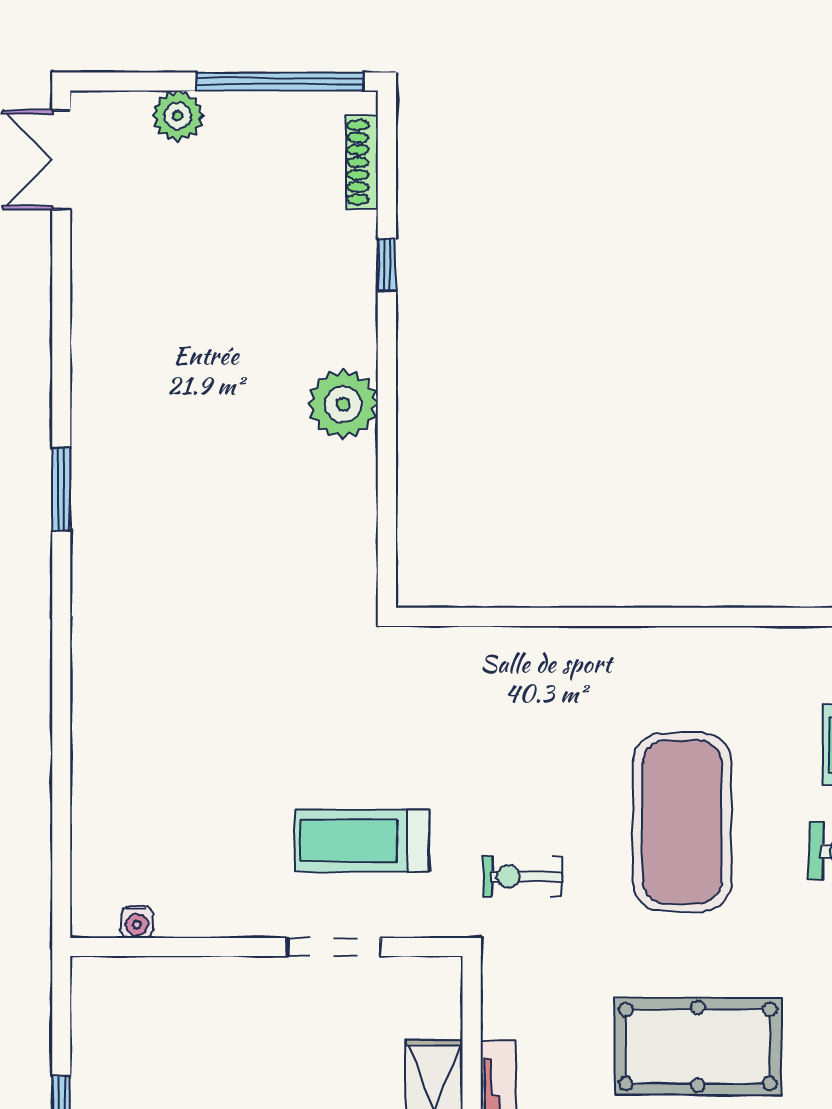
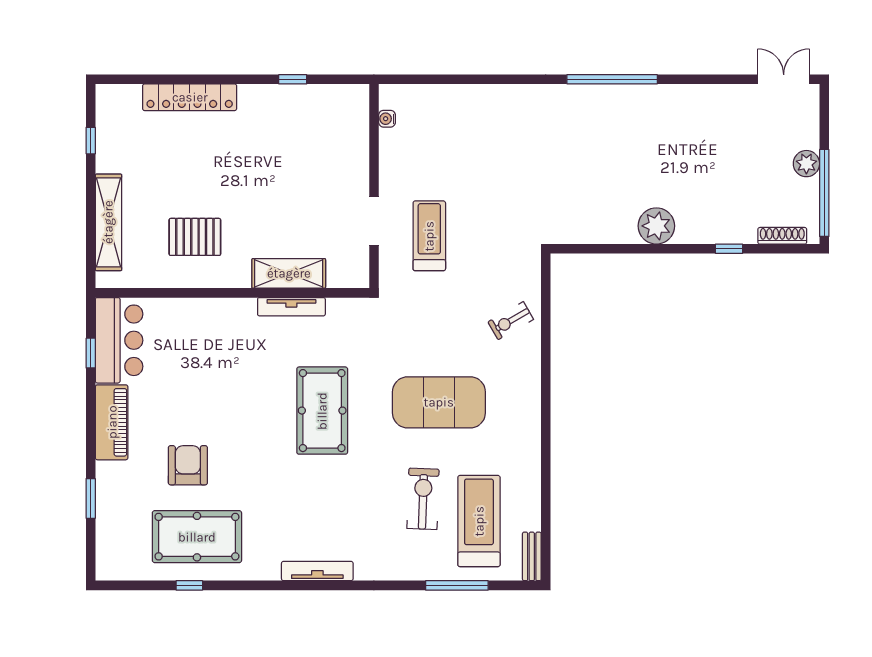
plant: (178, 116) -> (806, 164), moved
window: (61, 489) -> (612, 79), width x2.11
exercise bike: (523, 876) -> (511, 321), moved, turned -120

